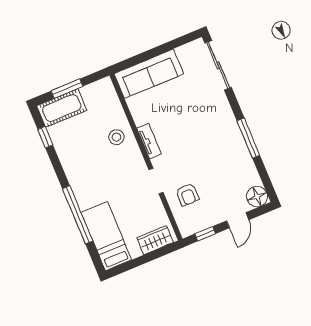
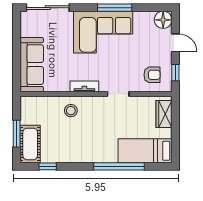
corner sofa: (217, 137) -> (103, 32), added
armchair: (187, 195) -> (152, 75), moved

